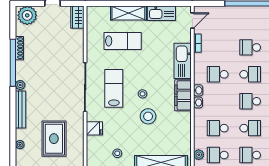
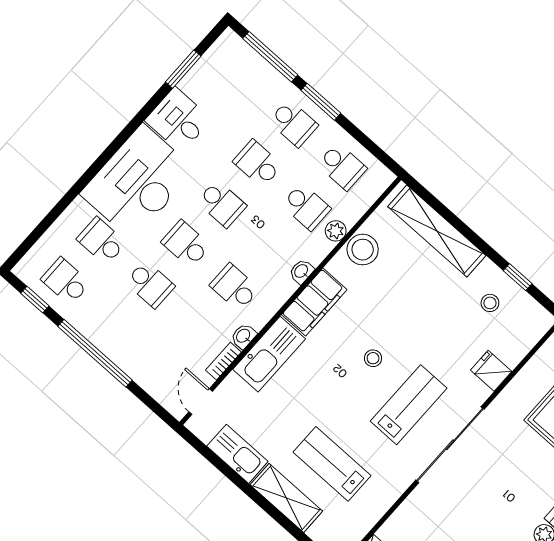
door: (192, 20) -> (201, 402), hinge flipped
school desk: (218, 74) -> (234, 287), turned 180
lab bench: (114, 88) -> (409, 405), turned 180
washbasin: (198, 90) -> (243, 336), moved
stool: (148, 116) -> (363, 250), moved
plant: (199, 155) -> (336, 231), moved

